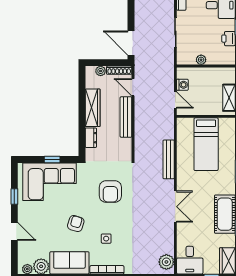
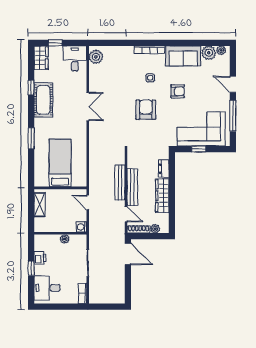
washing machine: (182, 85) -> (81, 227), moved
bench: (169, 159) -> (120, 182), moved
armchair: (110, 192) -> (146, 110), moved
window: (14, 196) -> (233, 116), width x2.17
double door: (175, 207) -> (88, 107), swing flipped
armchair: (76, 224) -> (178, 91), turned -107

